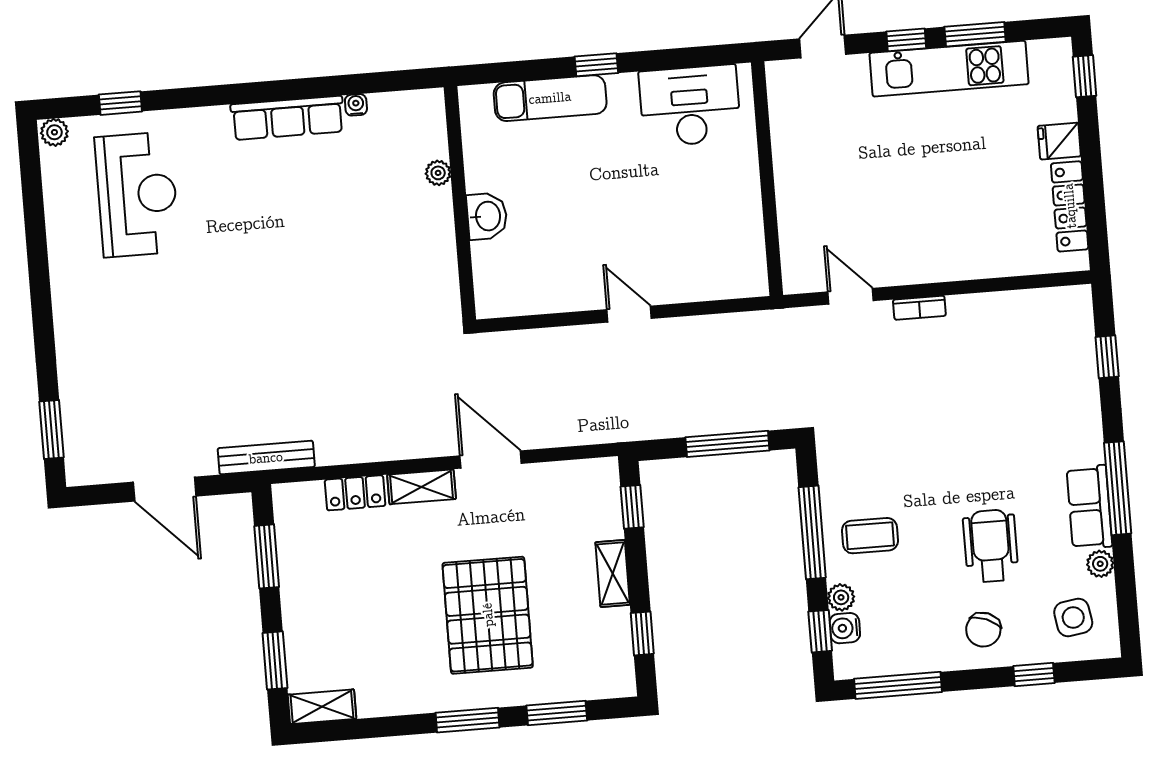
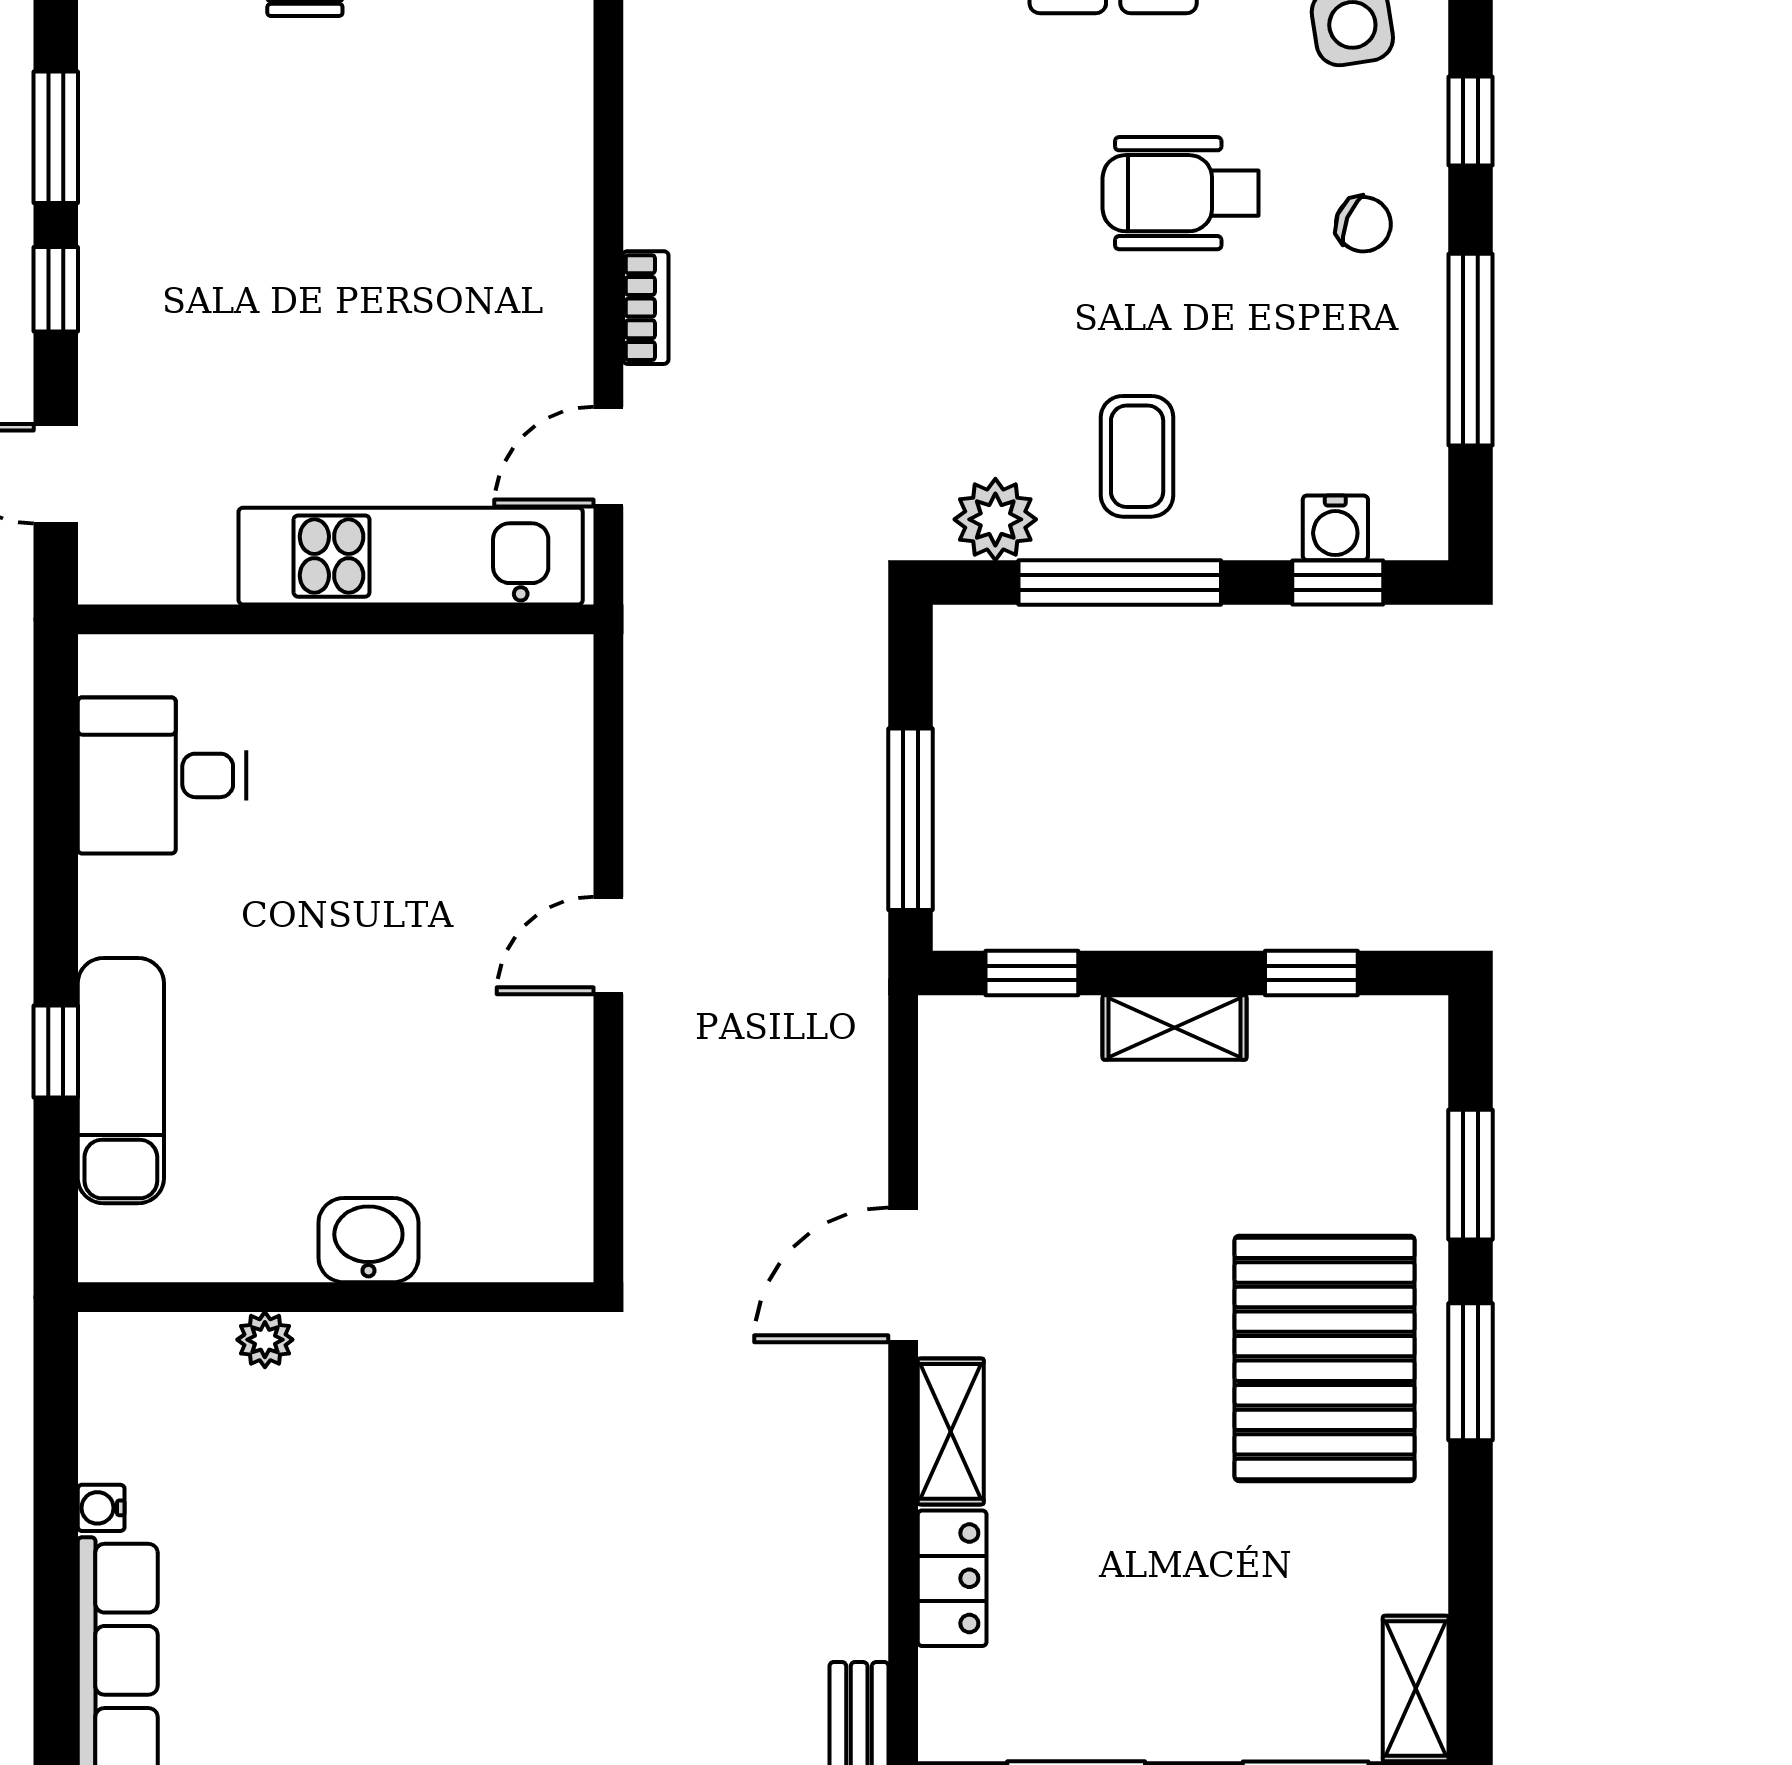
window: (596, 65) -> (56, 1051), moved
kitchen unit: (949, 69) -> (411, 556), moved, turned -90
desk: (690, 106) -> (162, 775), width x0.73
window: (727, 444) -> (911, 819), moved
plant: (841, 597) -> (995, 519), moved, width x1.38, depth x1.38
pallet: (488, 615) -> (1325, 1358), moved, turned 90
chair: (983, 630) -> (1363, 224), width x0.73, depth x0.73
window: (898, 685) -> (1471, 350), moved

